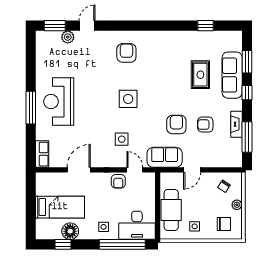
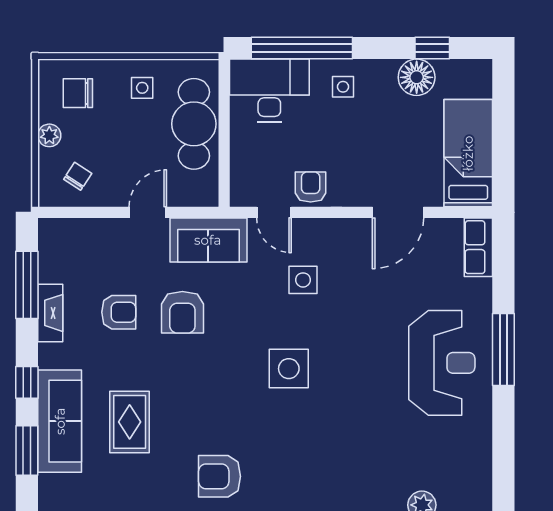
armchair: (126, 53) -> (220, 476), moved, turned 90
bed: (60, 207) -> (468, 153), moved, turned 90

